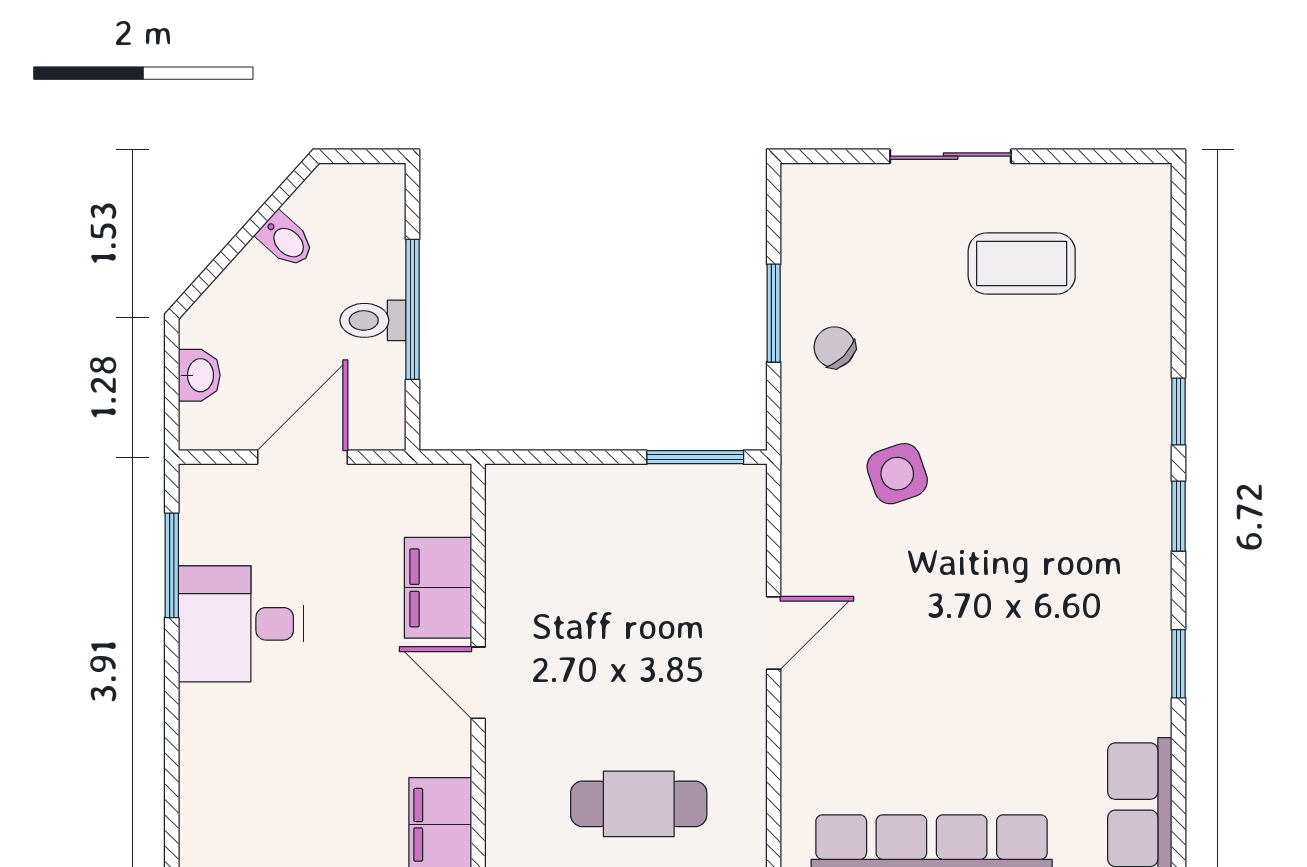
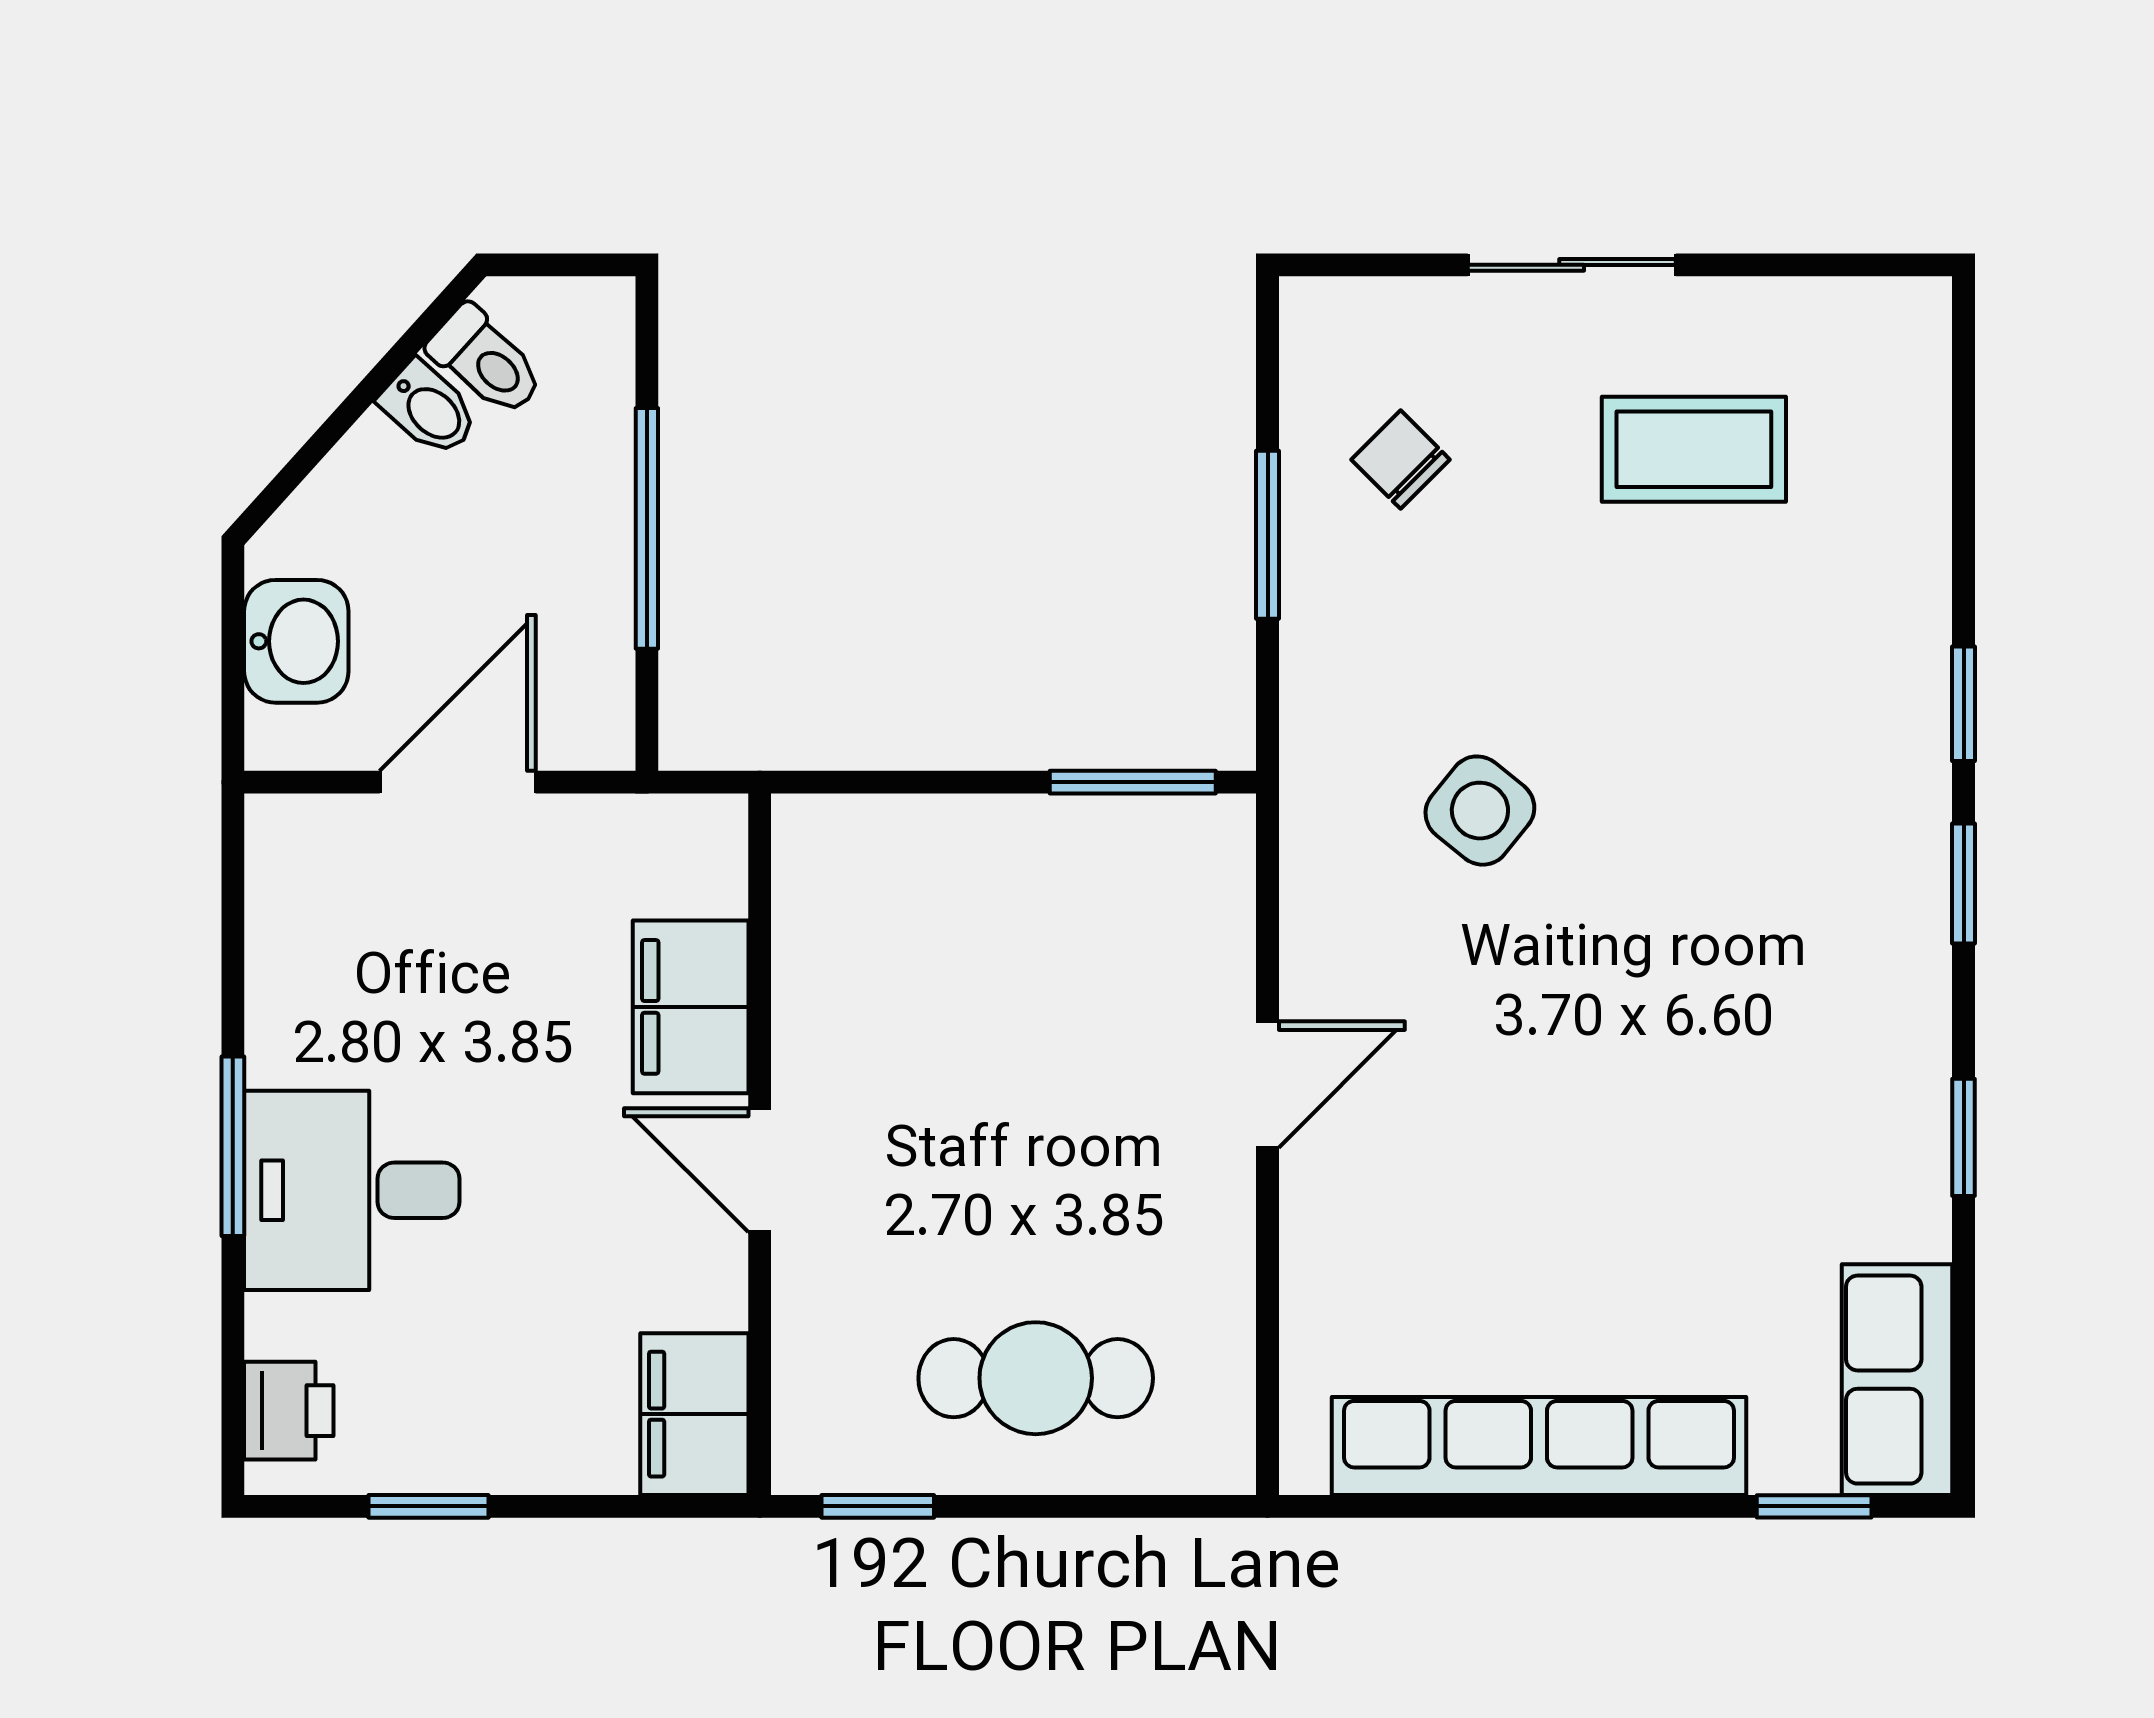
toilet: (373, 320) -> (486, 361), moved, turned -138
chair: (834, 347) -> (1401, 460), moved
washbasin: (199, 375) -> (296, 641), width x1.38, depth x1.45
side table: (897, 474) -> (1480, 811), turned -32
window: (172, 565) -> (233, 1146), moved
desk: (241, 624) -> (352, 1190), moved
printer: (204, 823) -> (289, 1411), added

